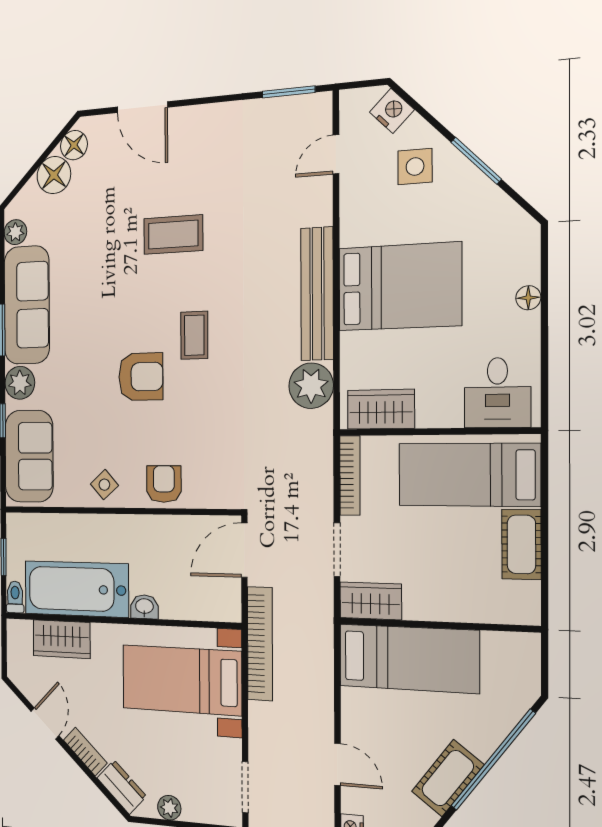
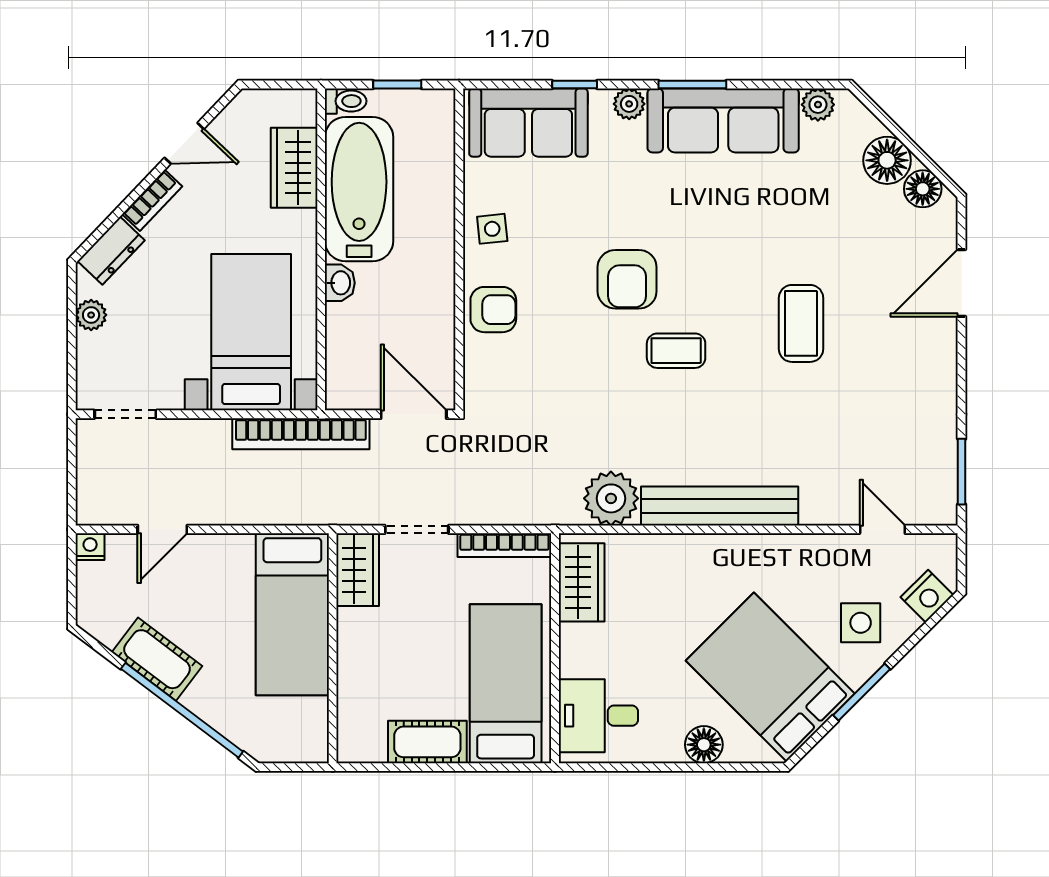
bed: (400, 287) -> (770, 677), moved, turned 135
floor lamp: (528, 298) -> (704, 745), width x1.37, depth x1.37
plant: (20, 383) -> (629, 104), width x0.73, depth x0.73
side table: (104, 485) -> (492, 229), turned 36

